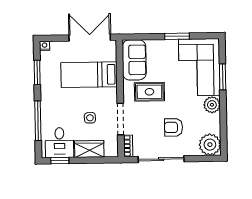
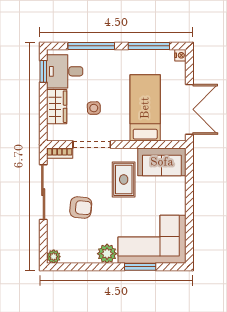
window: (177, 36) -> (189, 213), removed
window: (37, 72) -> (149, 46), width x1.44
armchair: (174, 127) -> (81, 207), turned 95
plant: (210, 145) -> (54, 257), width x0.53, depth x0.53

